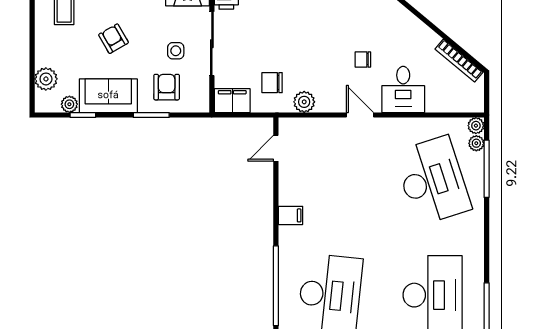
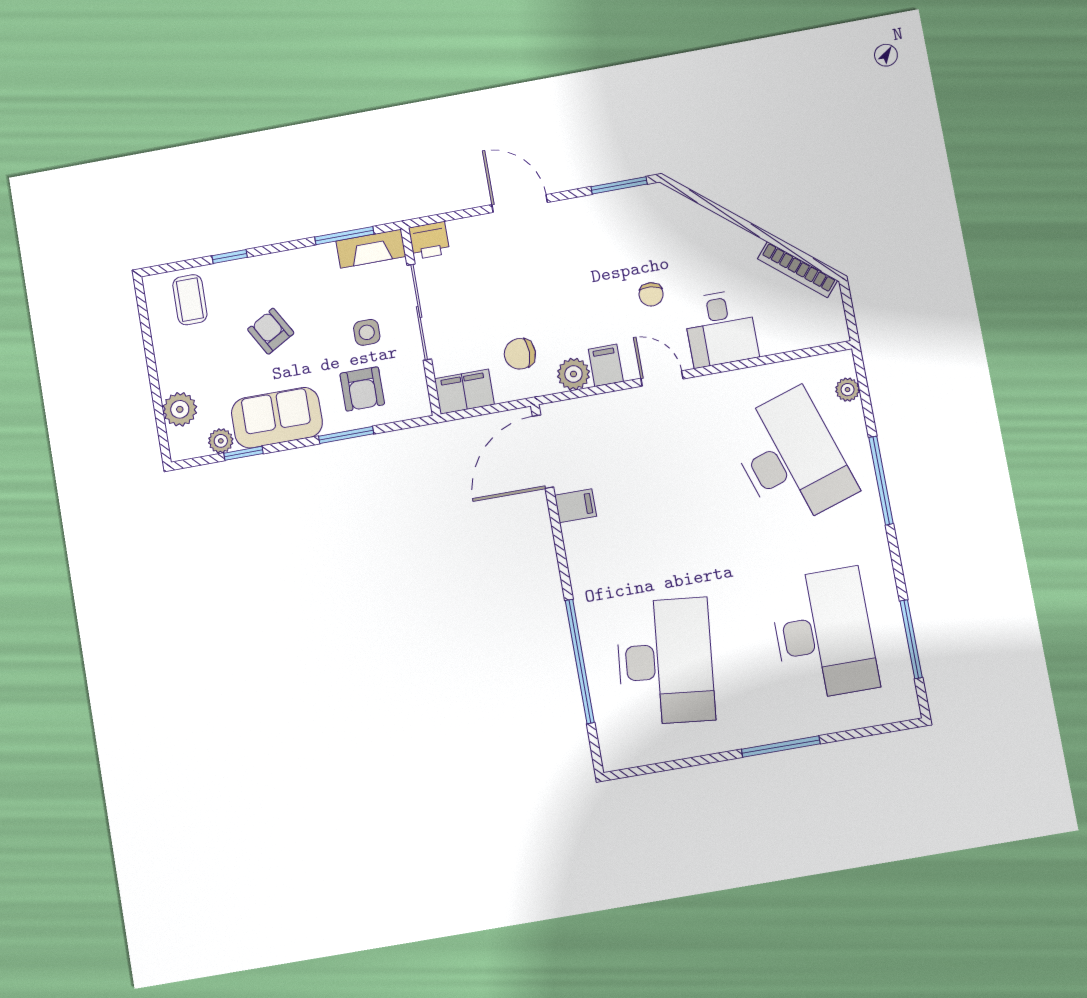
chair: (363, 59) -> (651, 294), turned -84
armchair: (167, 87) -> (362, 389), turned 180
filing cabinet: (326, 100) -> (606, 365), added
plant: (476, 126) -> (842, 363), removed
door: (276, 148) -> (543, 452), width x1.87
window: (487, 169) -> (881, 480), moved
filing cabinet: (291, 215) -> (575, 506), moved

